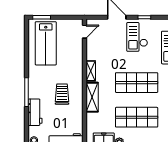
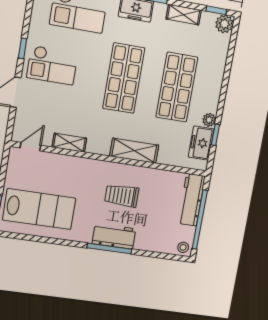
door: (84, 32) -> (30, 147), hinge flipped
shelving: (91, 71) -> (69, 143), moved
workbench: (35, 112) -> (114, 236), moved

